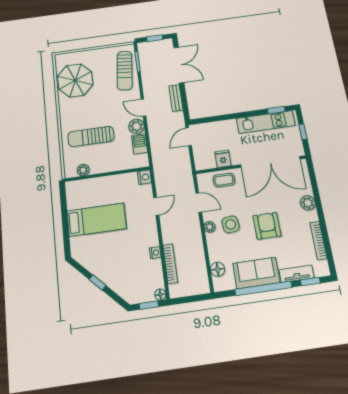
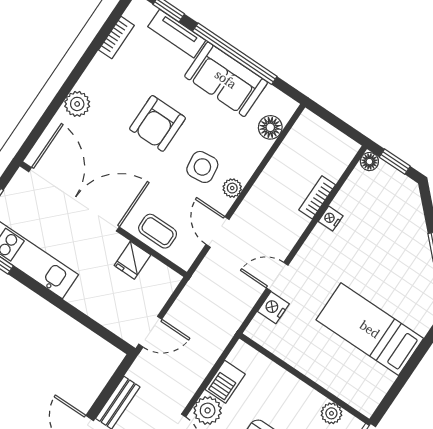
nightstand: (144, 177) -> (273, 308), moved
bookcase: (318, 241) -> (116, 38), width x0.64
bookcase: (170, 264) -> (317, 197), width x0.64

